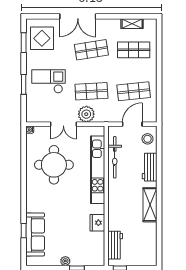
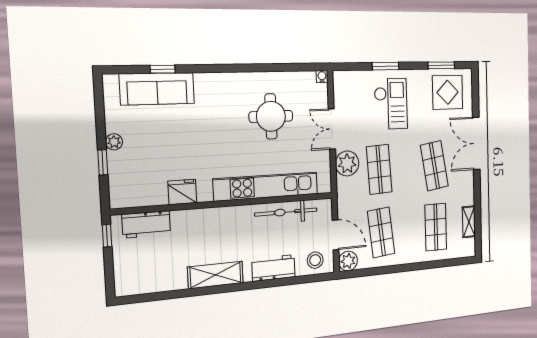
plant: (150, 116) -> (348, 261), added
round table: (54, 165) -> (271, 116), width x0.73, depth x0.73

